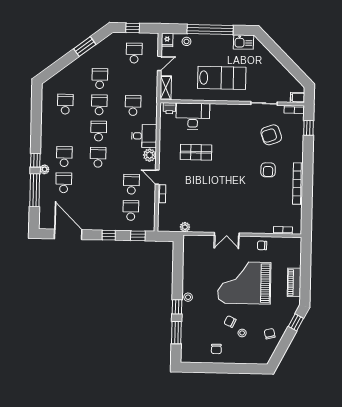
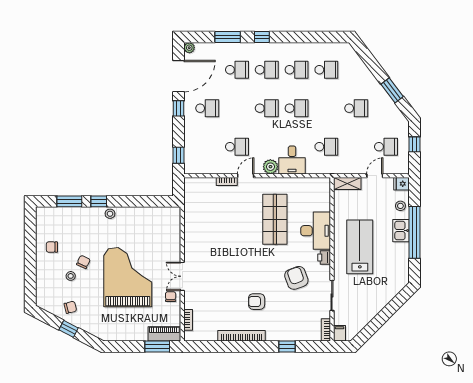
kitchen sink: (244, 42) -> (401, 231), moved
door: (159, 63) -> (375, 176), swing flipped
lab bench: (222, 78) -> (360, 247), turned 180
school desk: (99, 105) -> (297, 70), moved
printer: (169, 108) -> (324, 257), moved
desk: (193, 116) -> (316, 231), moved
window: (308, 128) -> (287, 346), moved
armchair: (271, 135) -> (296, 278), moved
shop shelf: (196, 152) -> (275, 219), width x1.43, depth x1.36
plant: (45, 169) -> (189, 48), moved
window: (35, 190) -> (228, 37), width x0.69
school desk: (131, 210) -> (207, 108), moved
plant: (185, 227) -> (190, 209), removed
double door: (227, 234) -> (182, 276), moved
window: (109, 235) -> (179, 108), moved
window: (306, 258) -> (157, 346), added
piano: (294, 282) -> (164, 334), moved
window: (296, 322) -> (69, 329), moved

